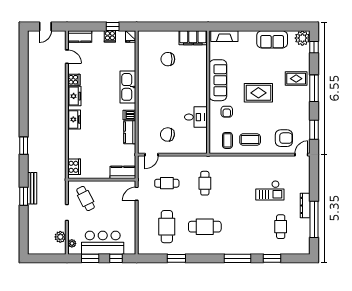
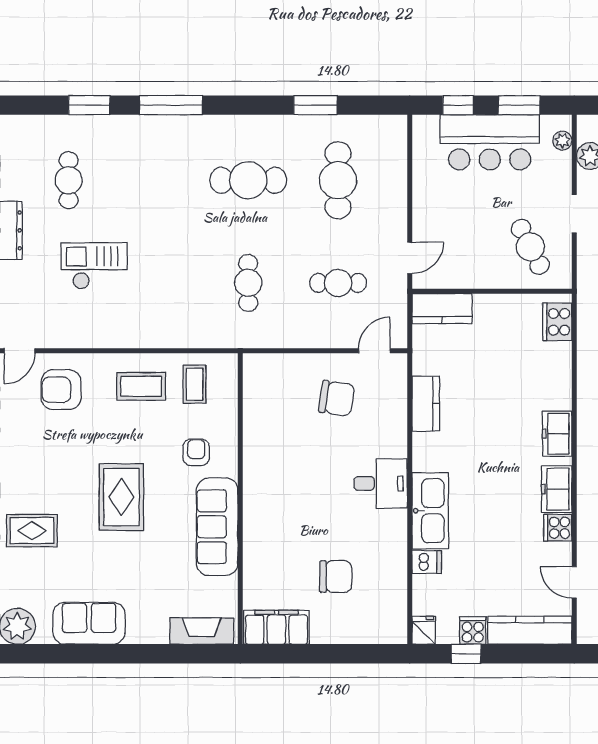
kitchen counter: (80, 36) -> (530, 630), width x1.50
rug: (258, 93) -> (121, 497), turned 90
dishwasher: (129, 115) -> (427, 562), moved
desk: (196, 117) -> (381, 483), moved, turned 180

